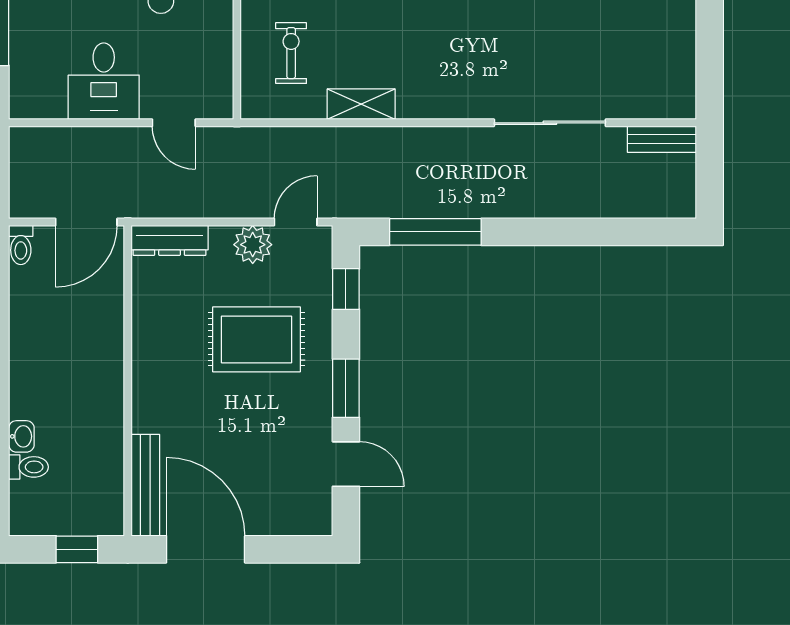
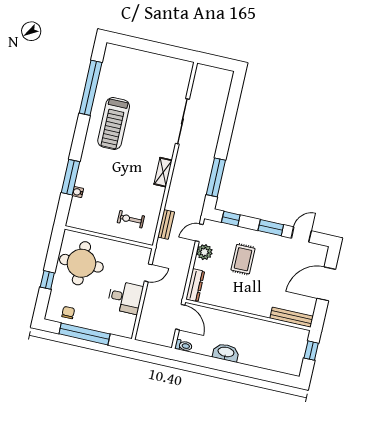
shelving: (361, 104) -> (163, 172), moved
bench: (662, 139) -> (166, 224), moved
door: (296, 222) -> (199, 233), hinge flipped
rug: (256, 339) -> (243, 259), width x0.73, depth x0.70
washbasin: (21, 436) -> (226, 352), moved, width x1.91, depth x1.45
toilet: (29, 467) -> (274, 363), removed
door: (206, 549) -> (326, 284), moved

